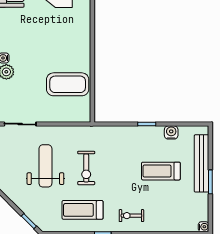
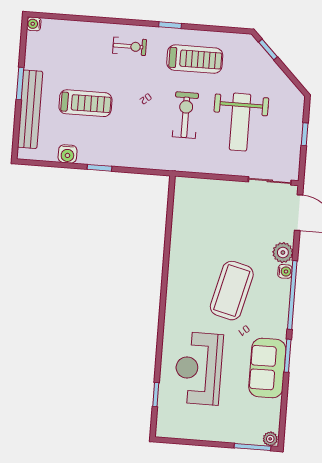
coffee table: (68, 84) -> (232, 291), moved, turned -76

